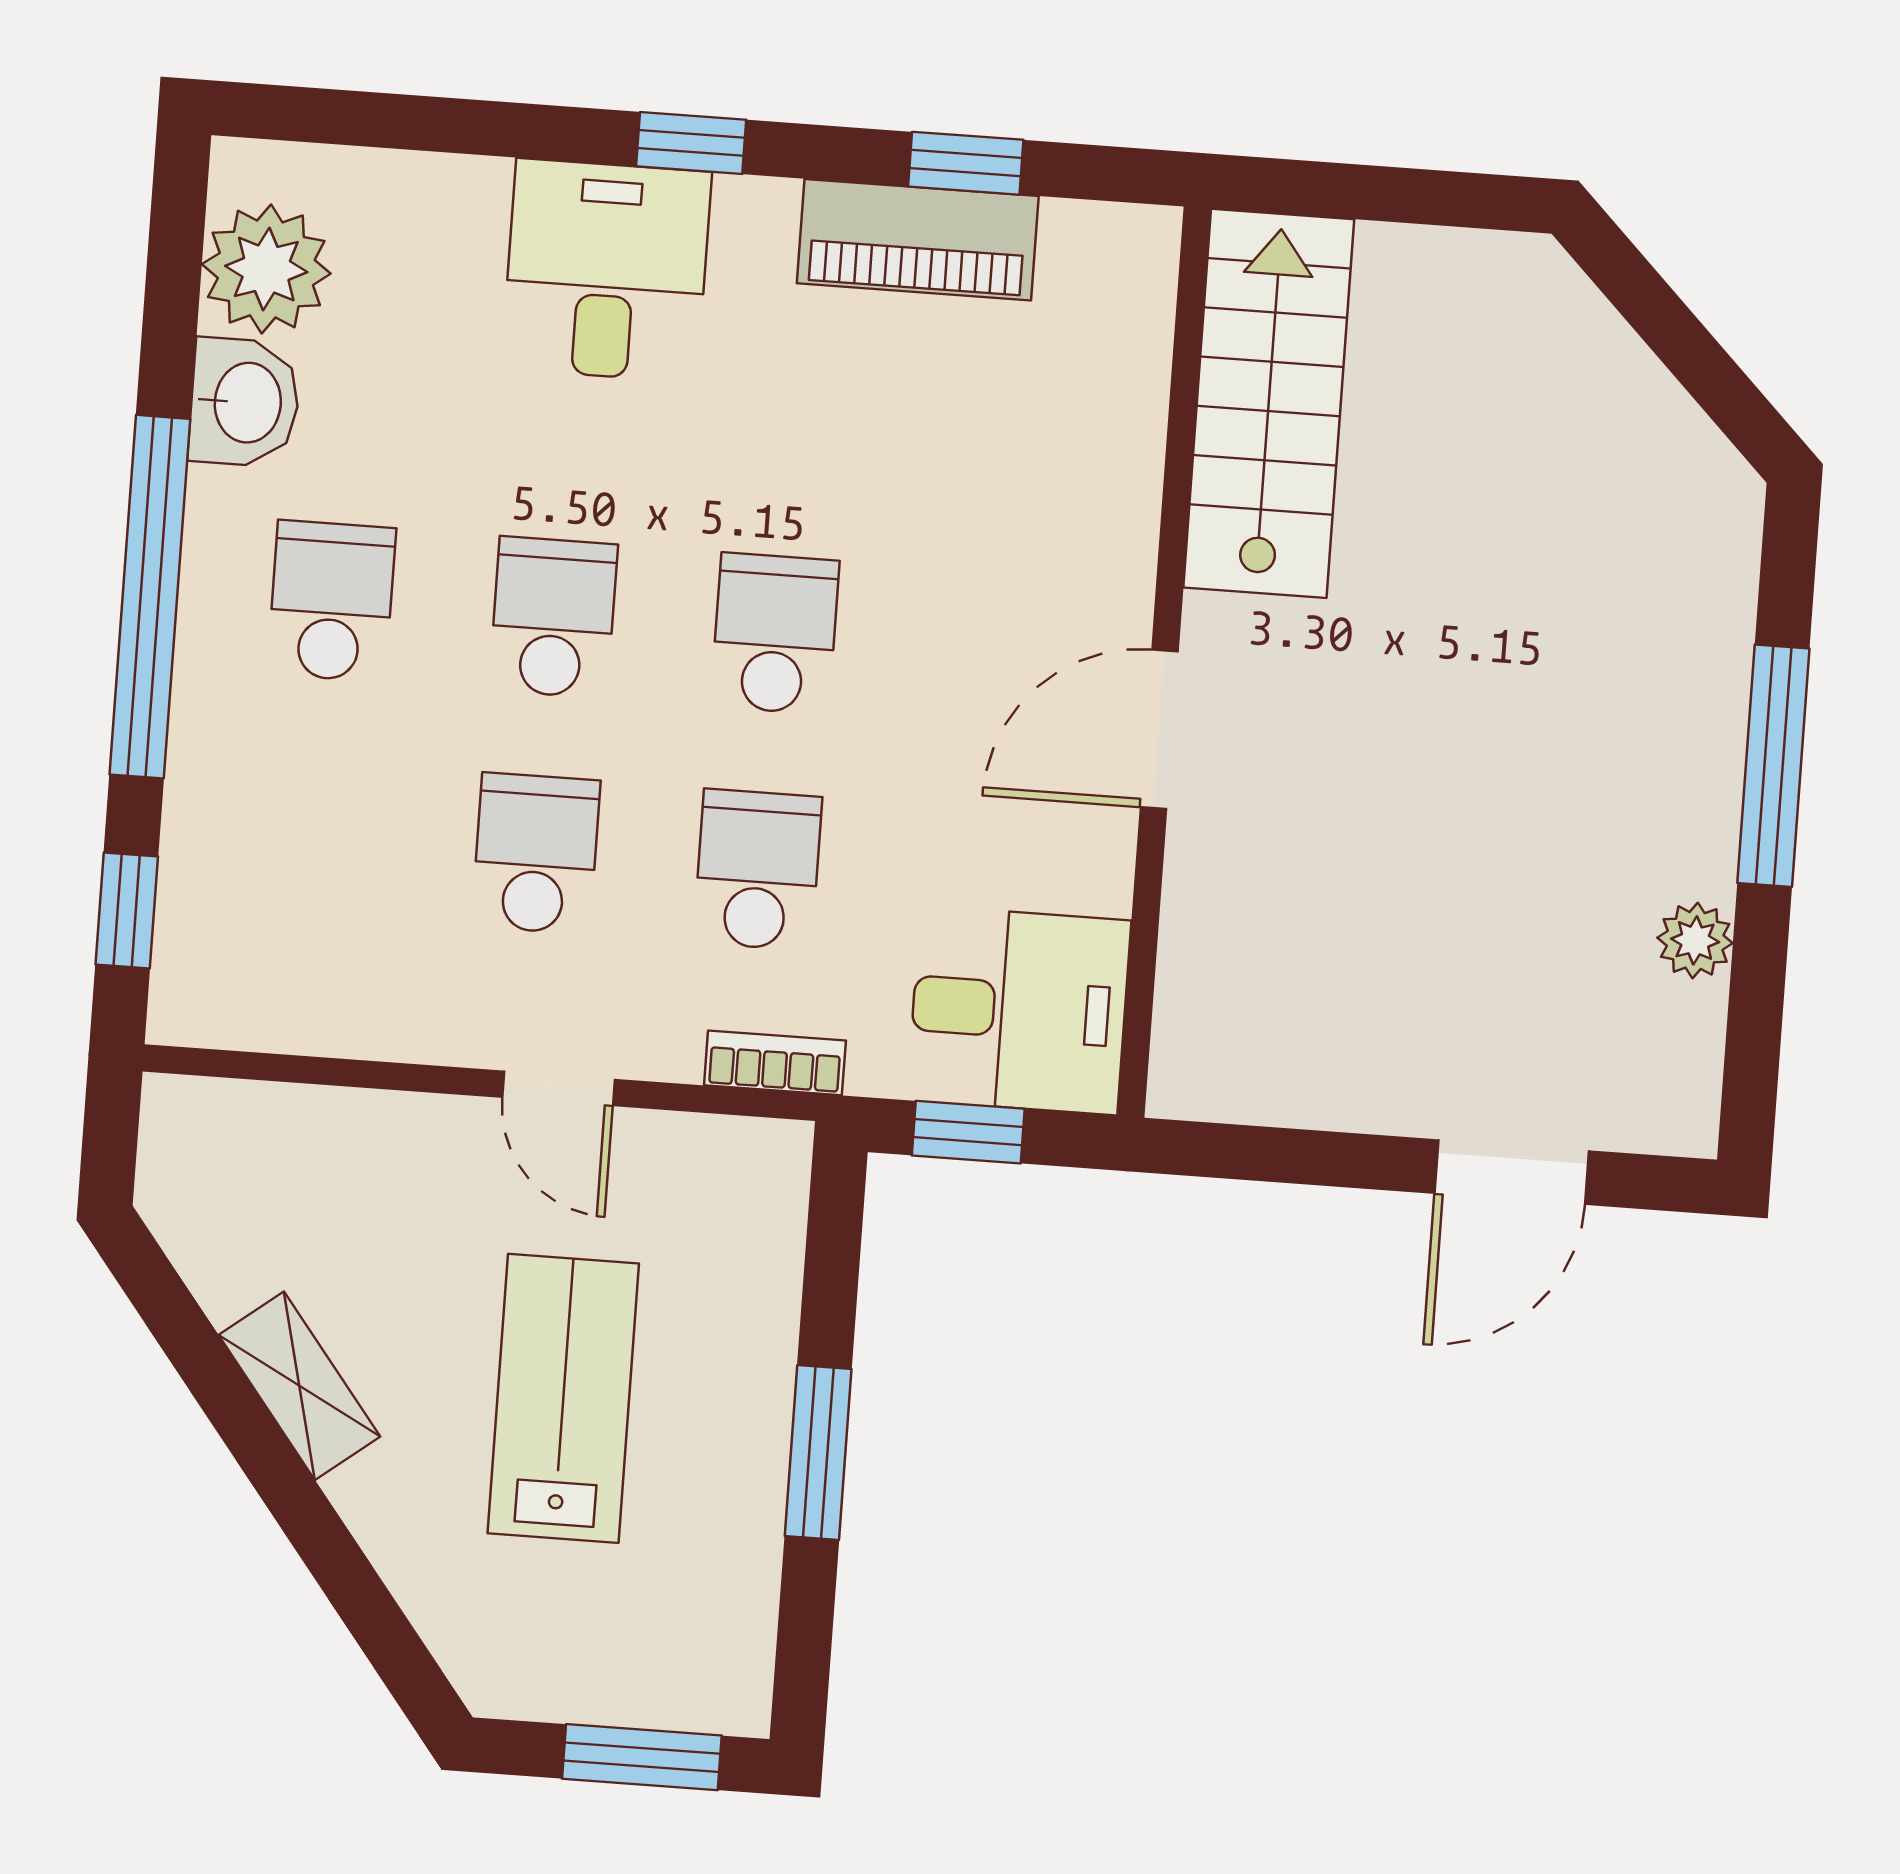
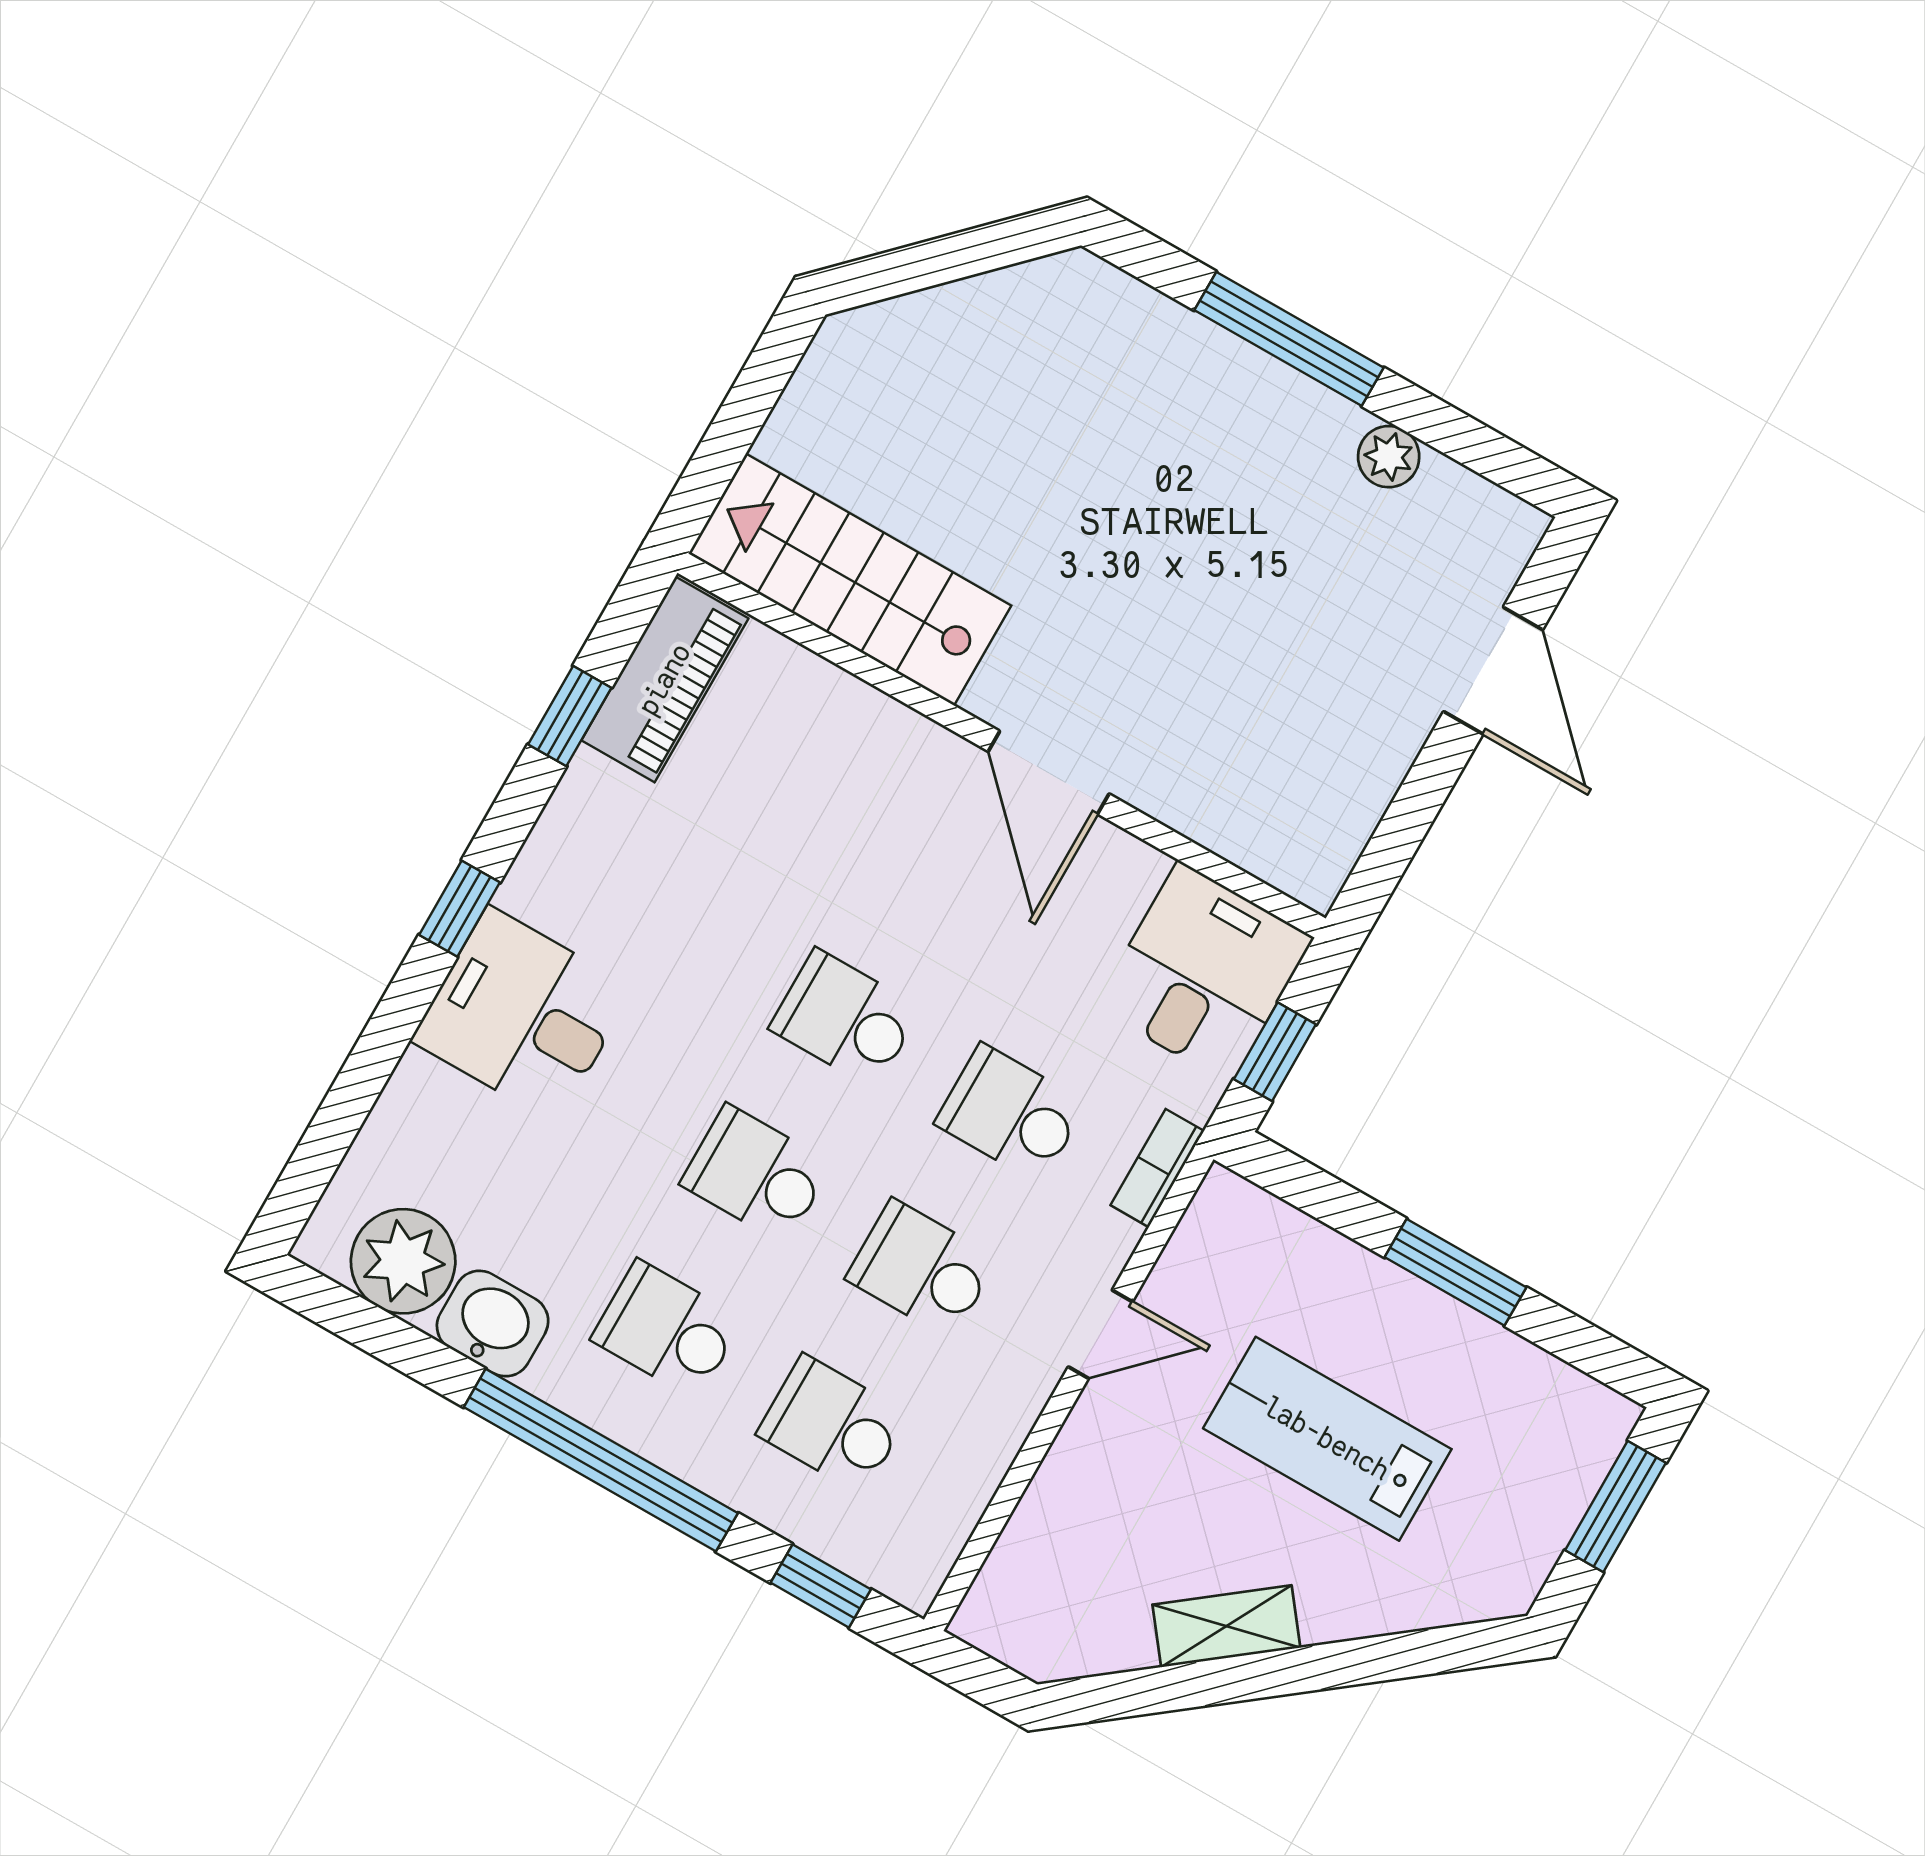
piano: (918, 240) -> (665, 679), moved
school desk: (314, 837) -> (833, 1424), added

